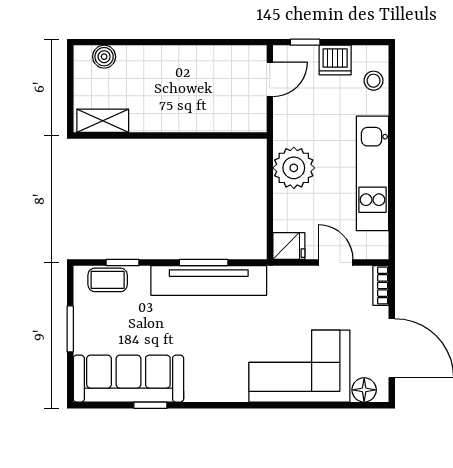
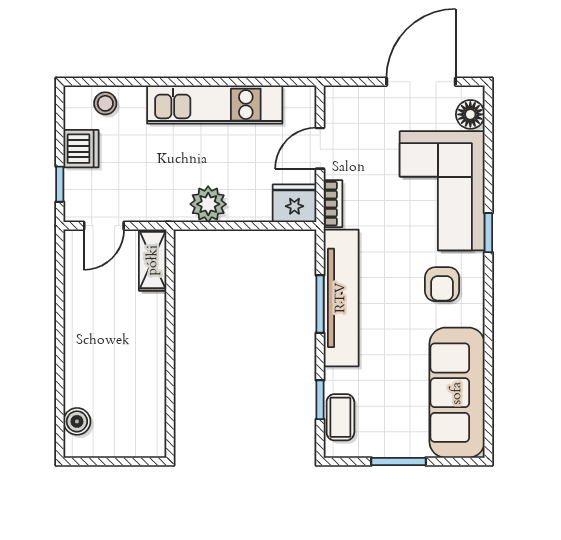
door: (270, 79) -> (104, 226), swing flipped
shelving: (103, 121) -> (153, 260), moved
plant: (294, 168) -> (208, 204), width x0.73, depth x0.73
fridge: (289, 246) -> (294, 203), width x1.38
bookcase: (381, 286) -> (333, 204), moved, turned -90
armchair: (220, 366) -> (442, 284), added
window: (150, 405) -> (488, 233), moved

